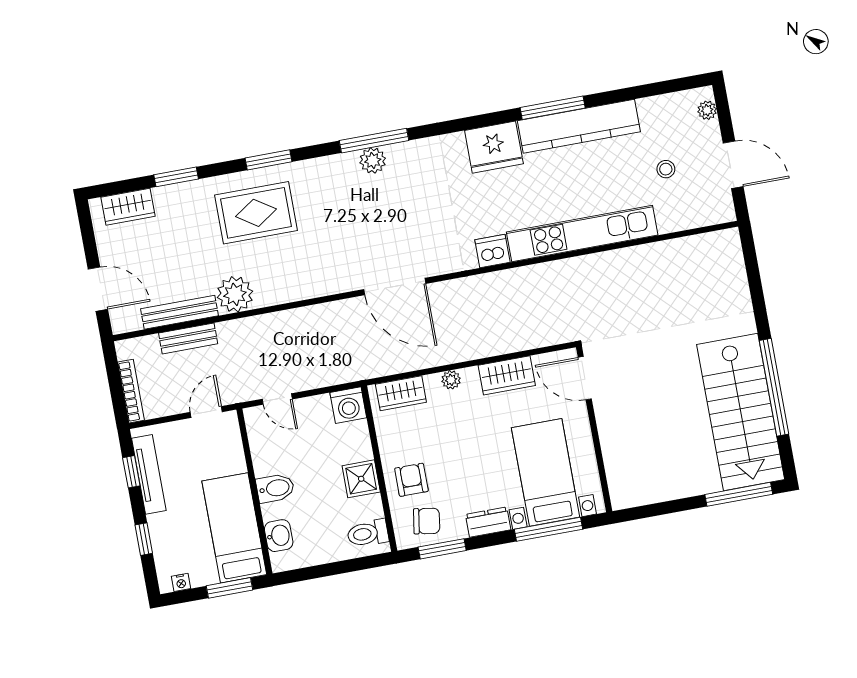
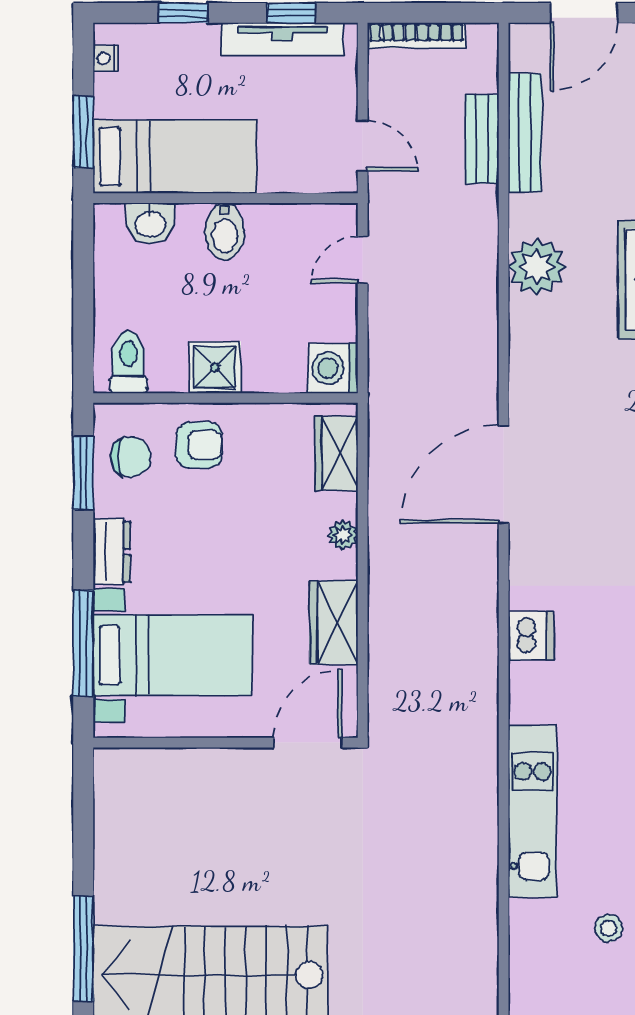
kitchen unit: (582, 234) -> (532, 811), width x0.73
plant: (235, 294) -> (537, 267), moved
chair: (427, 521) -> (131, 457), turned -99

